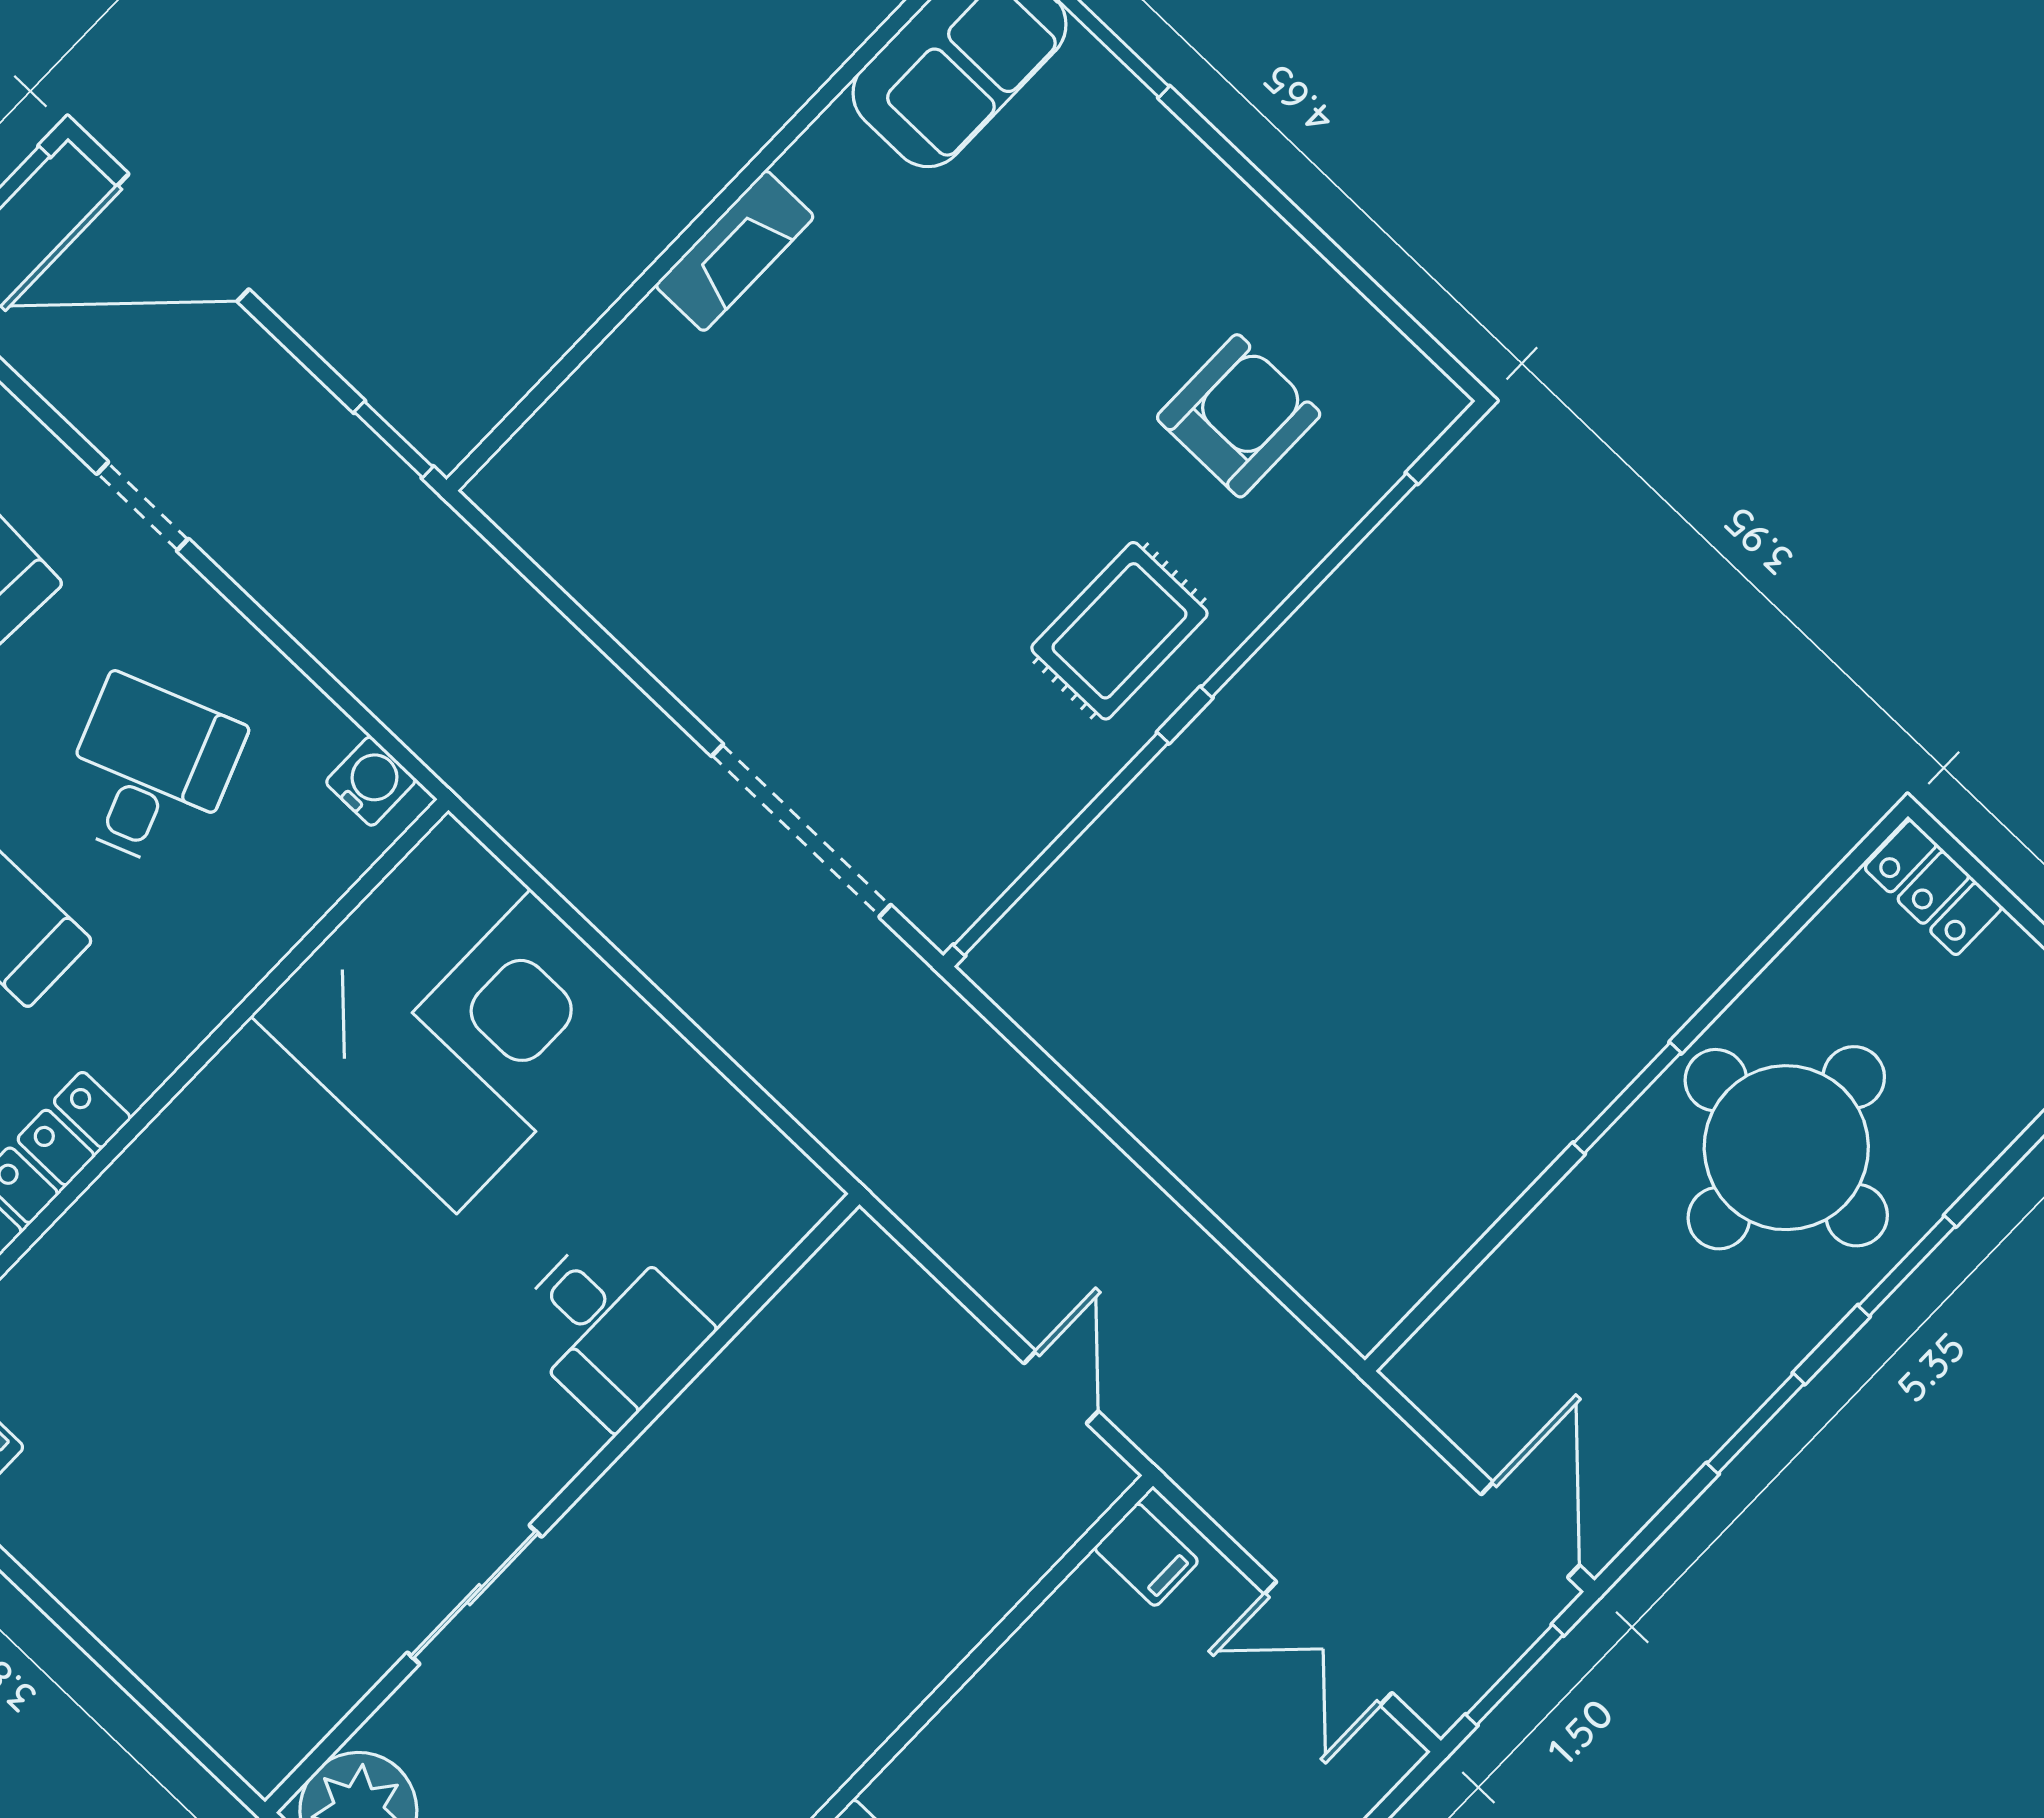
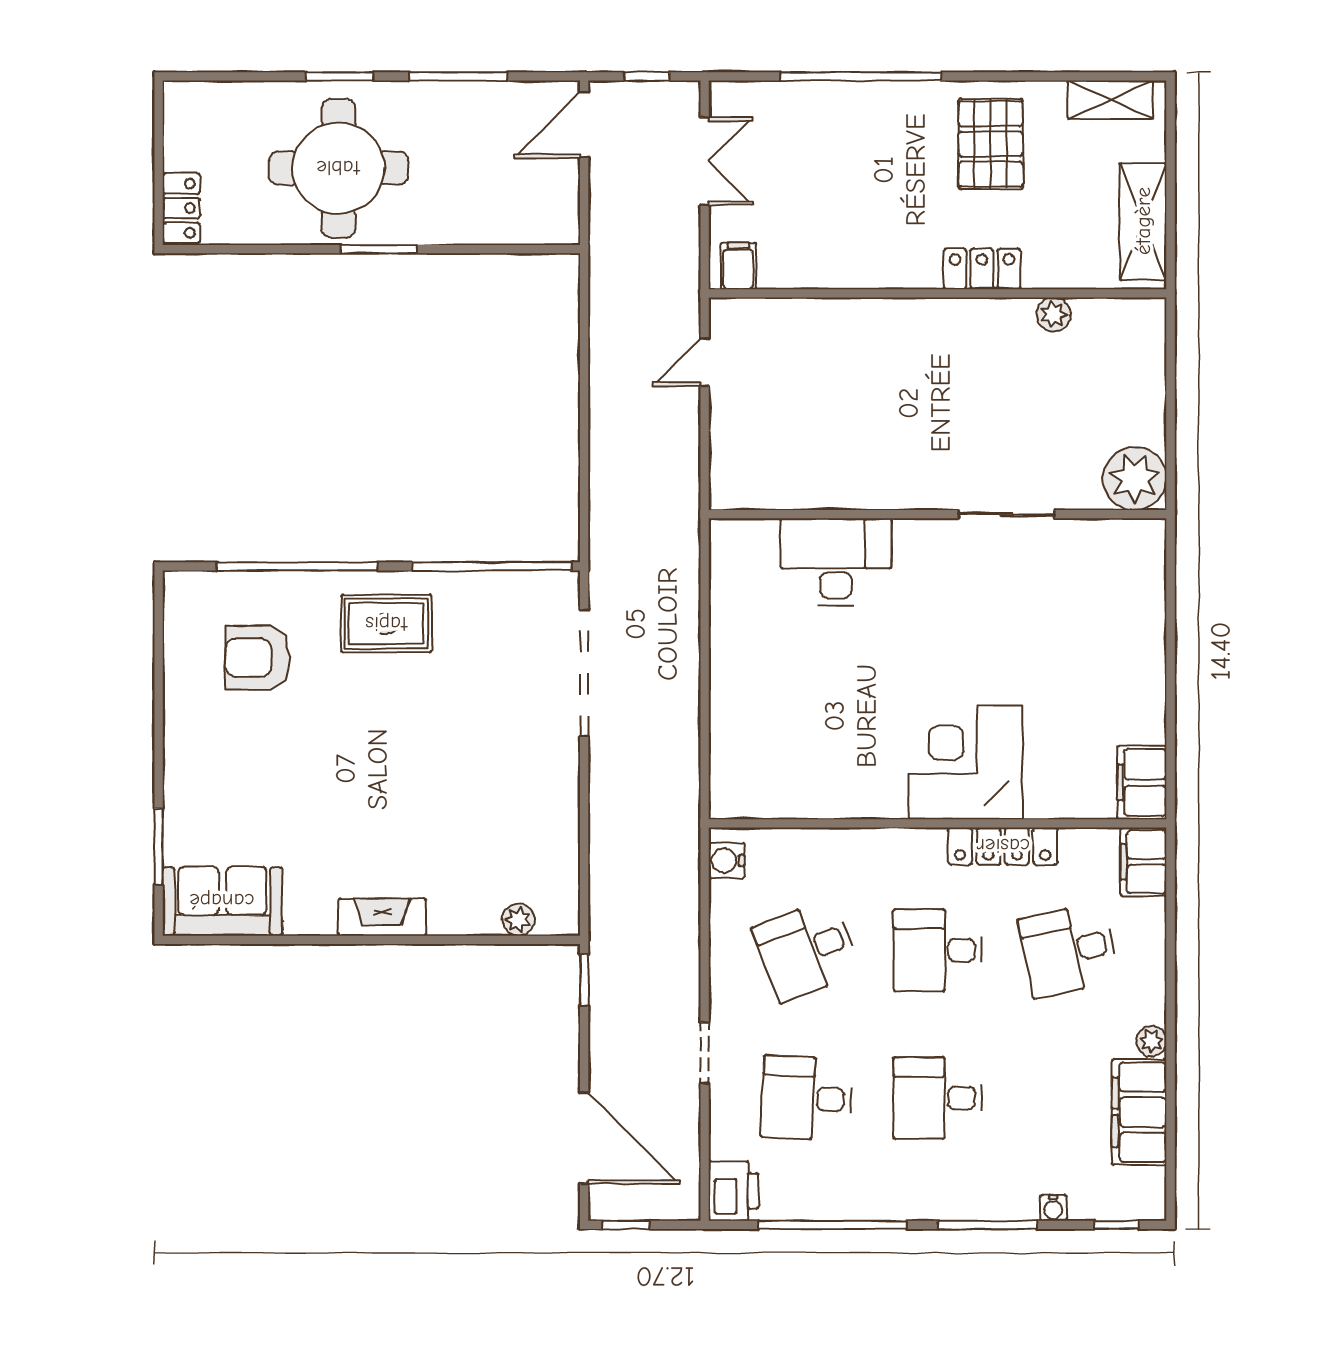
plant: (558, 429) -> (518, 920), added
corner desk: (452, 1012) -> (965, 762), moved, width x0.74, depth x0.74
desk: (609, 1327) -> (836, 562), width x1.37
window: (1756, 1423) -> (458, 76), width x1.44
window: (1515, 1675) -> (647, 76), width x0.67

